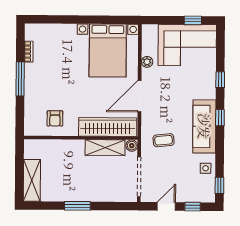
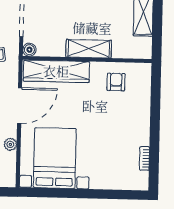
window: (20, 79) -> (155, 127), removed
shelving: (105, 148) -> (89, 49), moved

